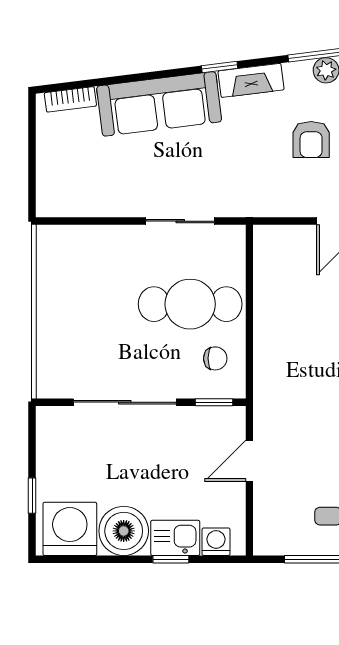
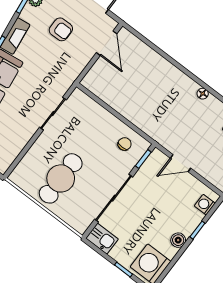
cafe table: (190, 304) -> (61, 178), moved
door: (249, 461) -> (181, 163), hinge flipped
boiler: (124, 531) -> (178, 240), width x0.54, depth x0.54
kitchen sink: (175, 538) -> (102, 239), moved, turned 90

